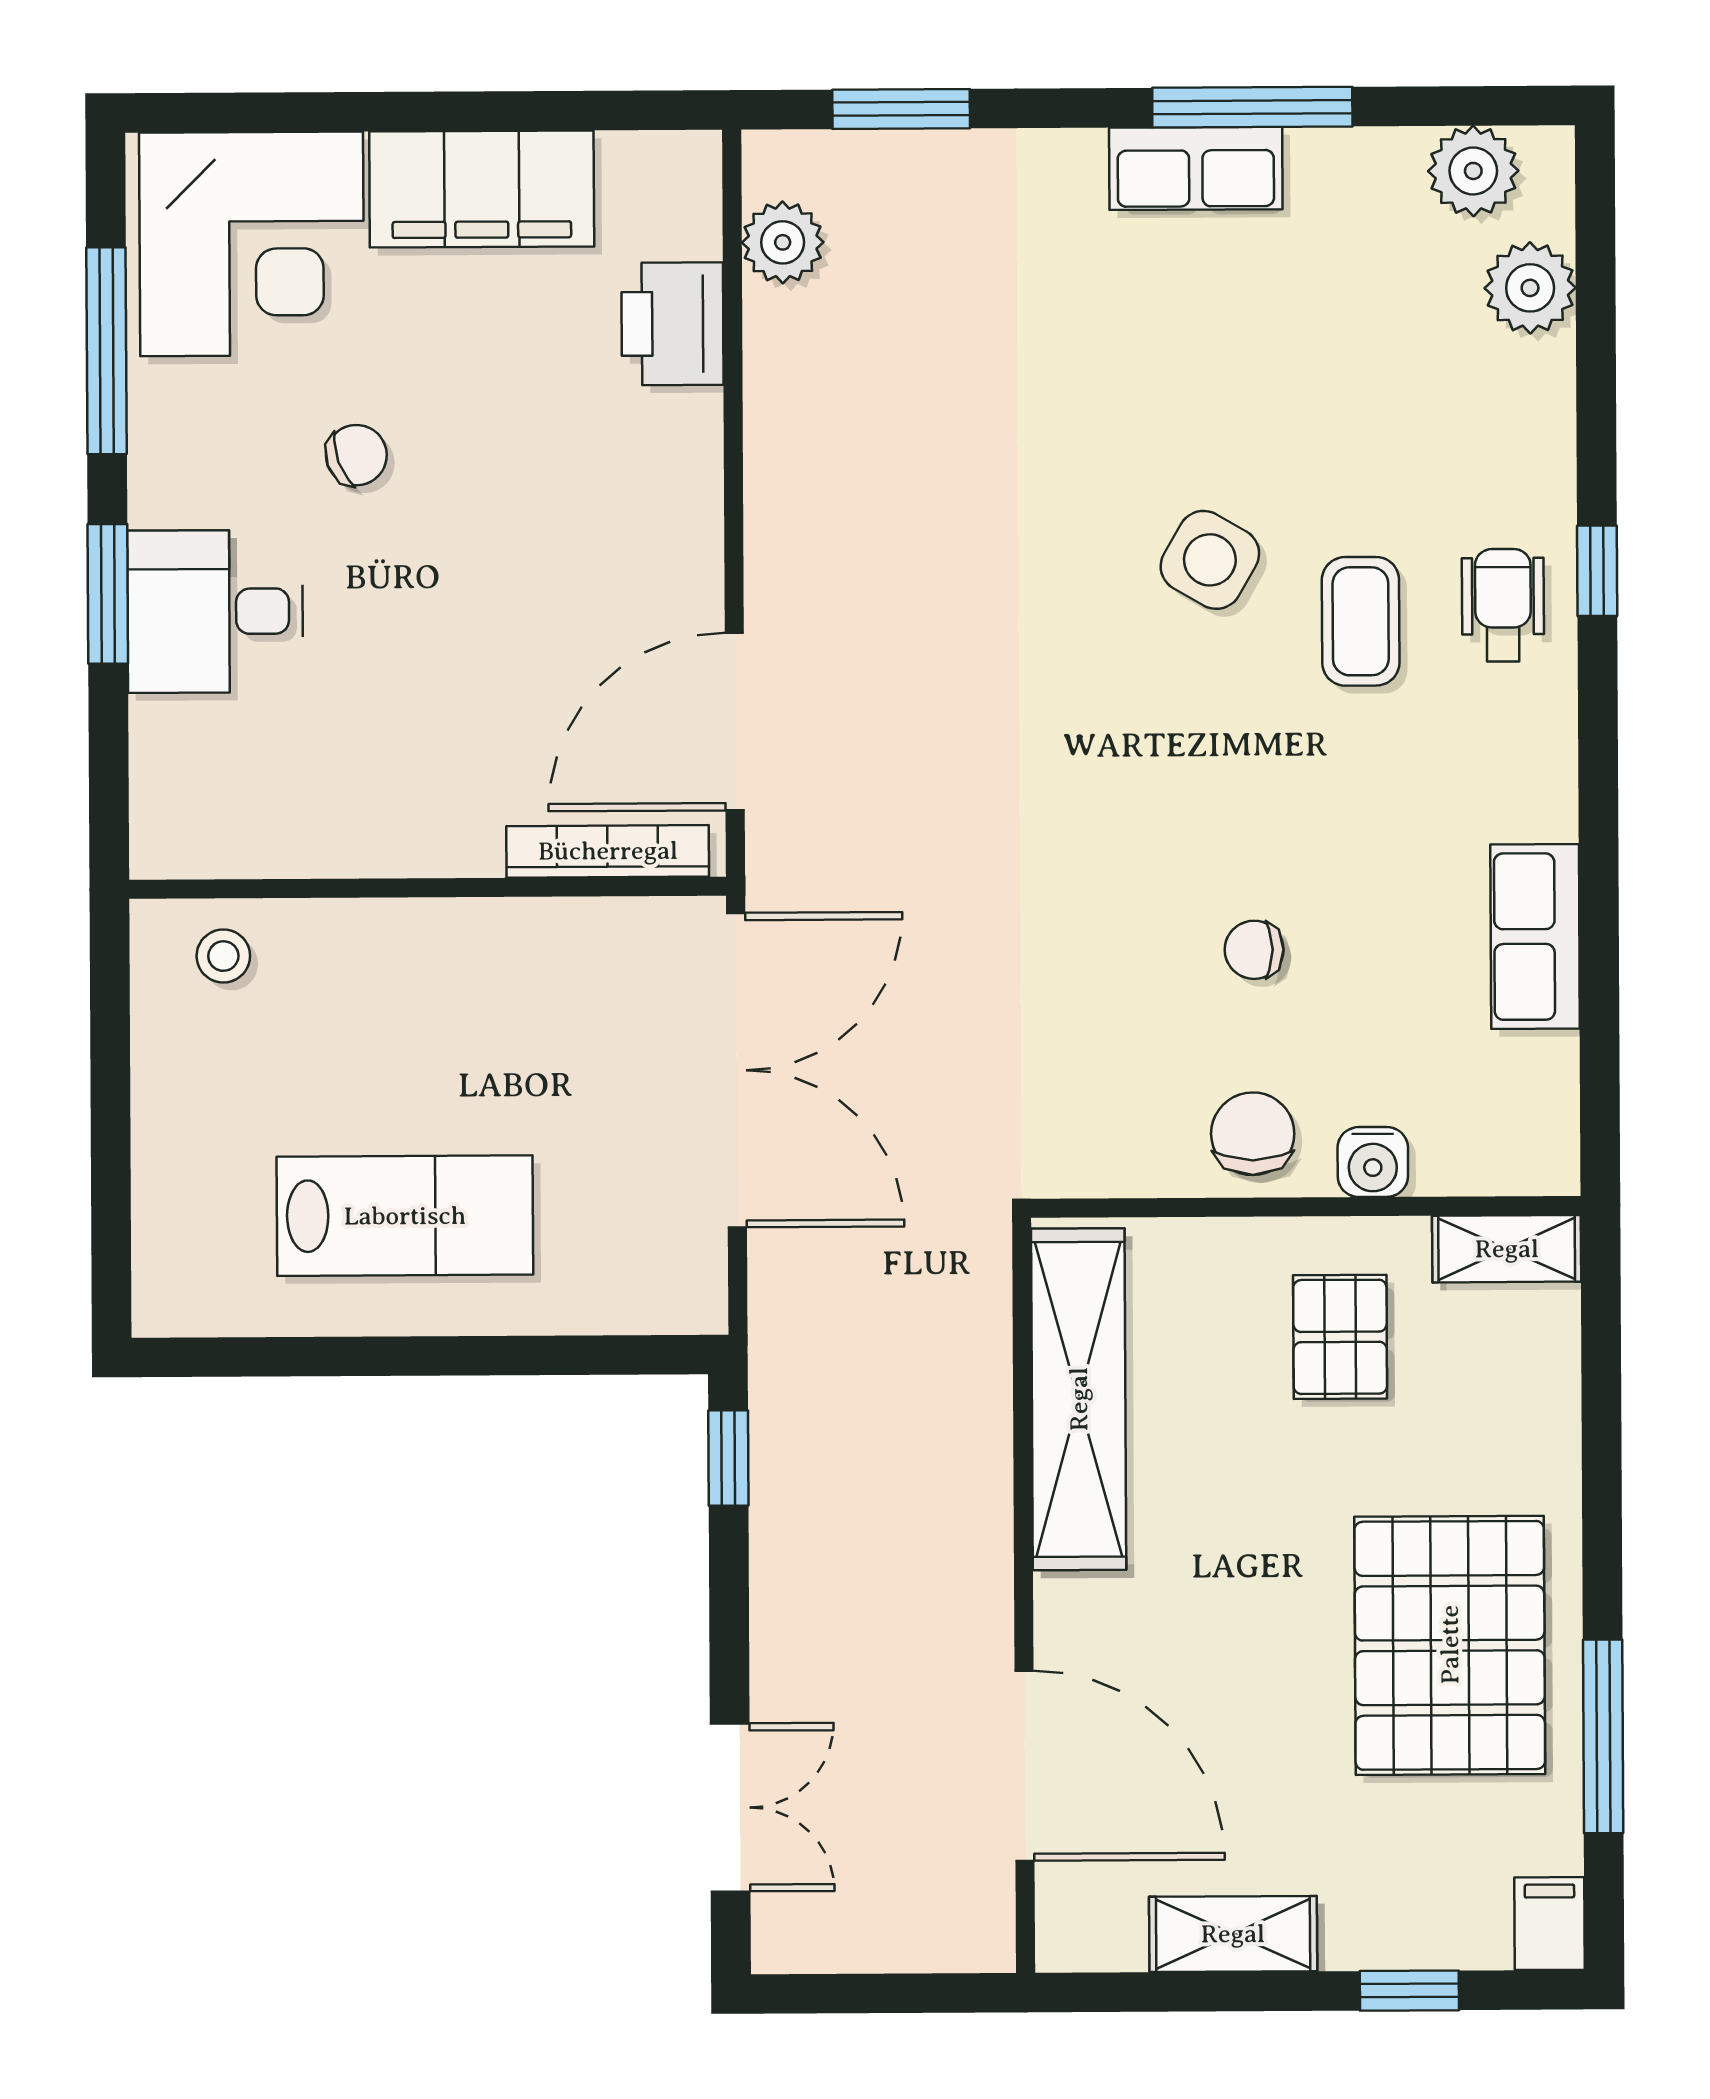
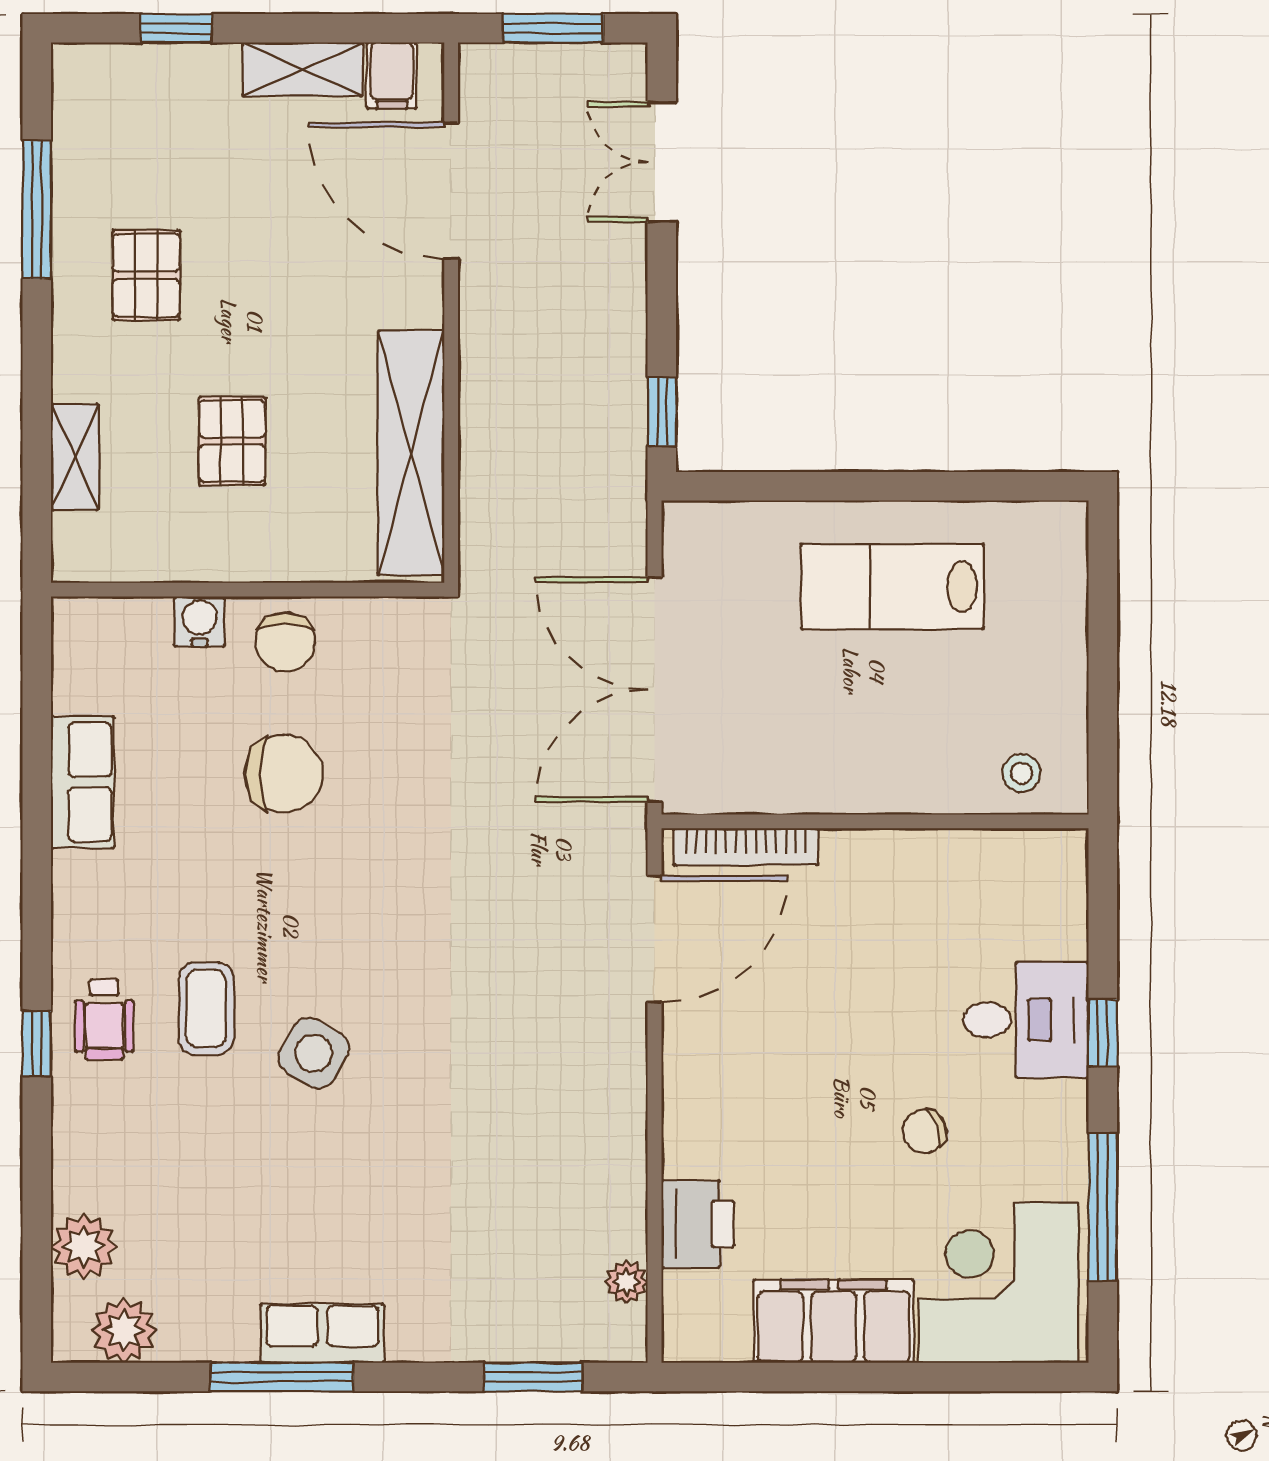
plant: (783, 242) -> (626, 1282), width x0.73, depth x0.73
window: (108, 594) -> (1103, 1033), width x0.67
chair: (1254, 950) -> (284, 774), width x1.87, depth x1.87
shelving: (1507, 1249) -> (75, 457), moved, turned 90
pallet: (1340, 1337) -> (232, 441), moved
pallet: (1450, 1645) -> (146, 275), width x0.49, depth x0.50
filing cabinet: (1550, 1924) -> (392, 76), moved
window: (883, 1993) -> (553, 28), added

